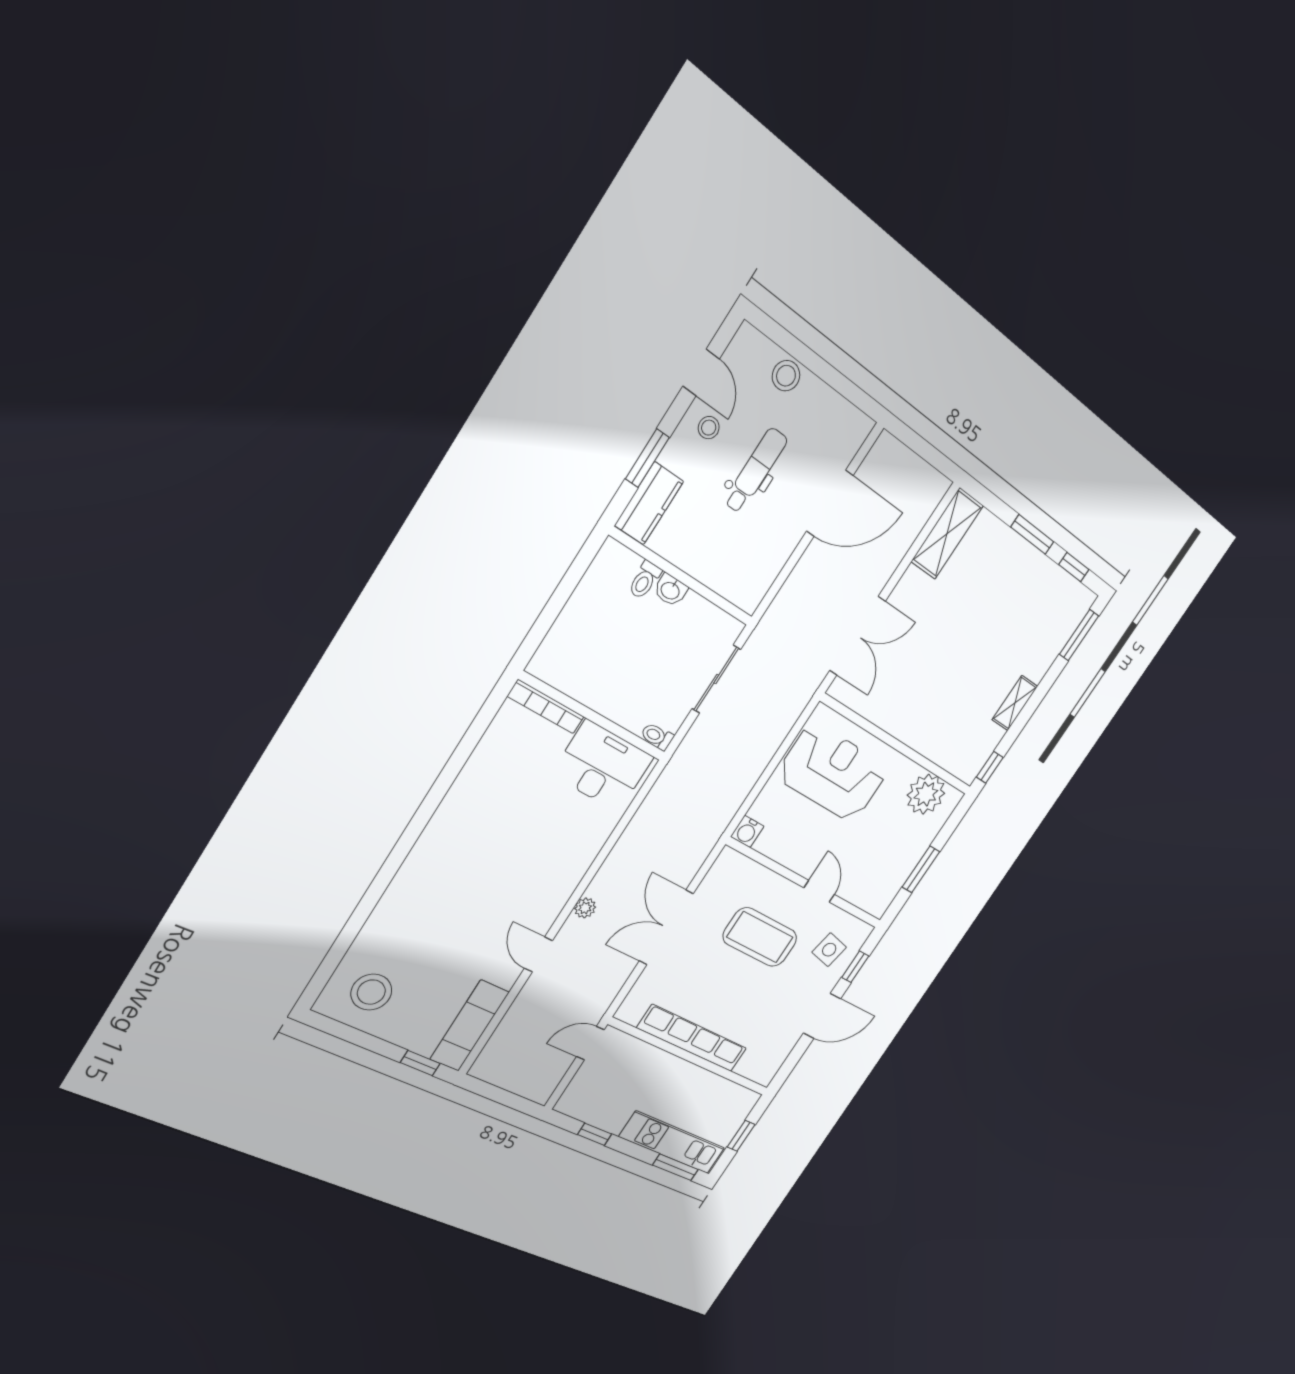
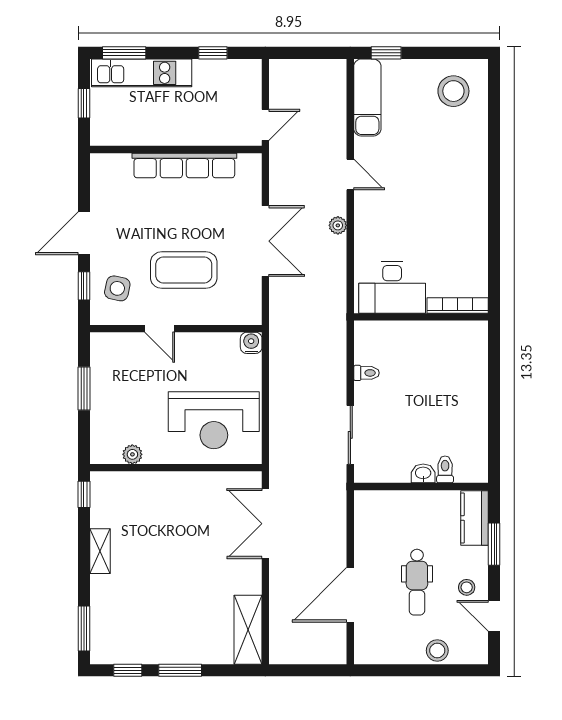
bookcase: (546, 707) -> (458, 305), moved
wall: (593, 716) -> (421, 317), moved
desk: (603, 766) -> (392, 287), moved
plant: (926, 794) -> (132, 454), width x0.53, depth x0.53

